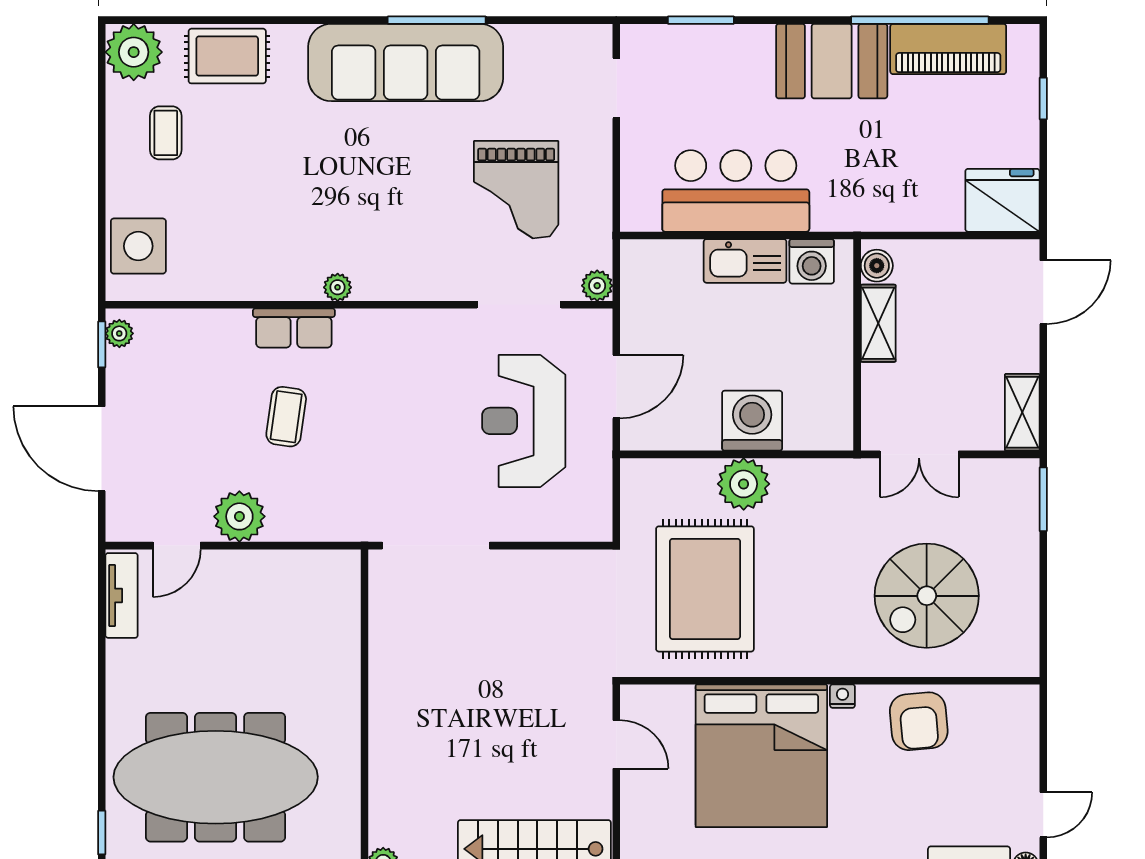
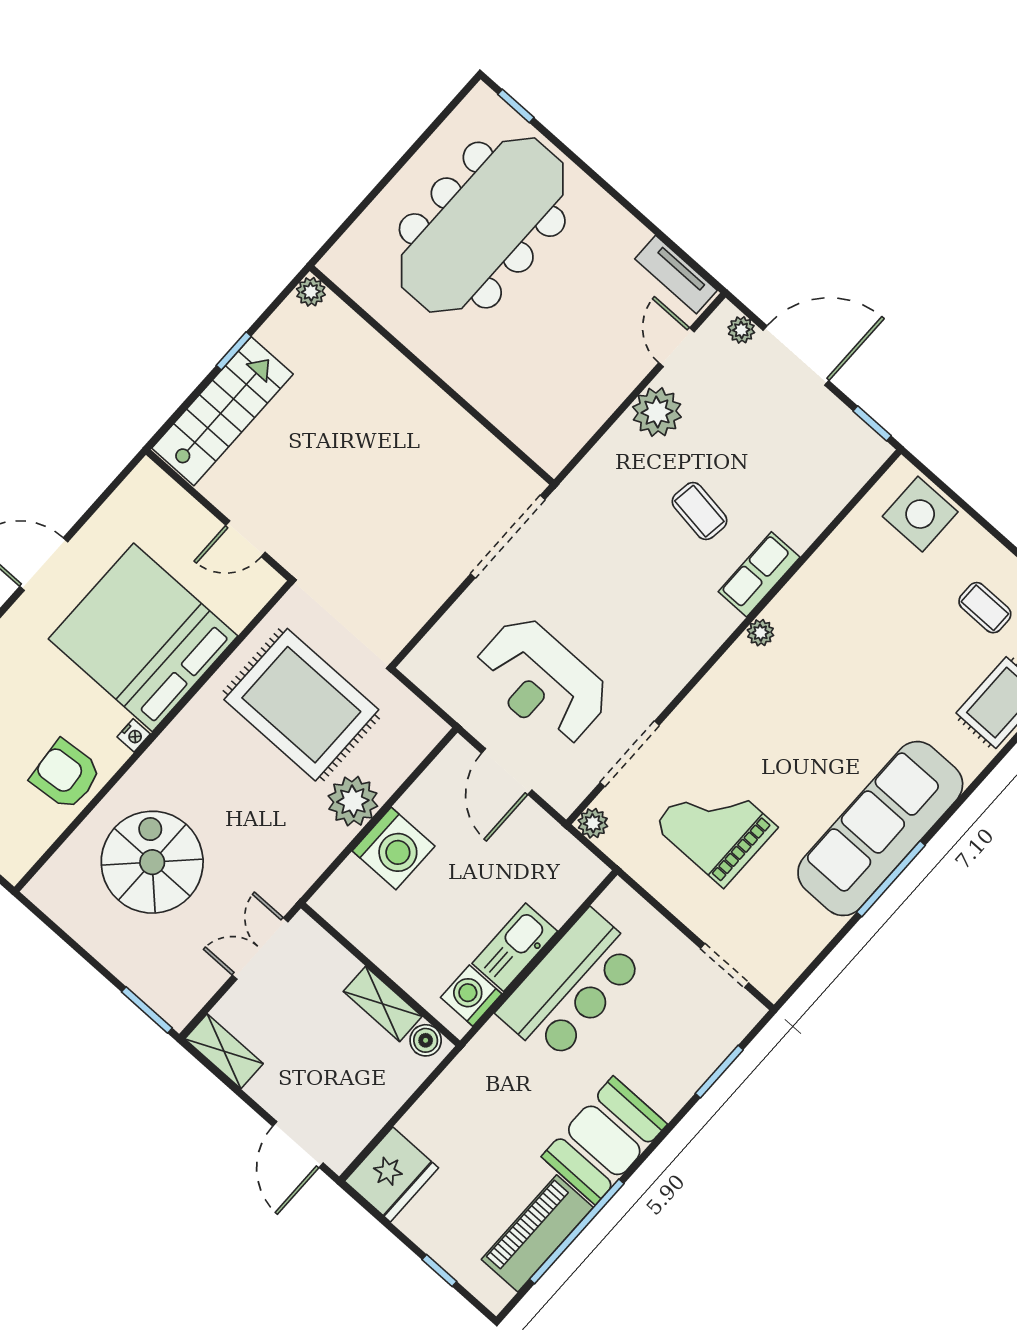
plant: (119, 333) -> (741, 330), moved
reception desk: (524, 421) -> (542, 682), turned 180

